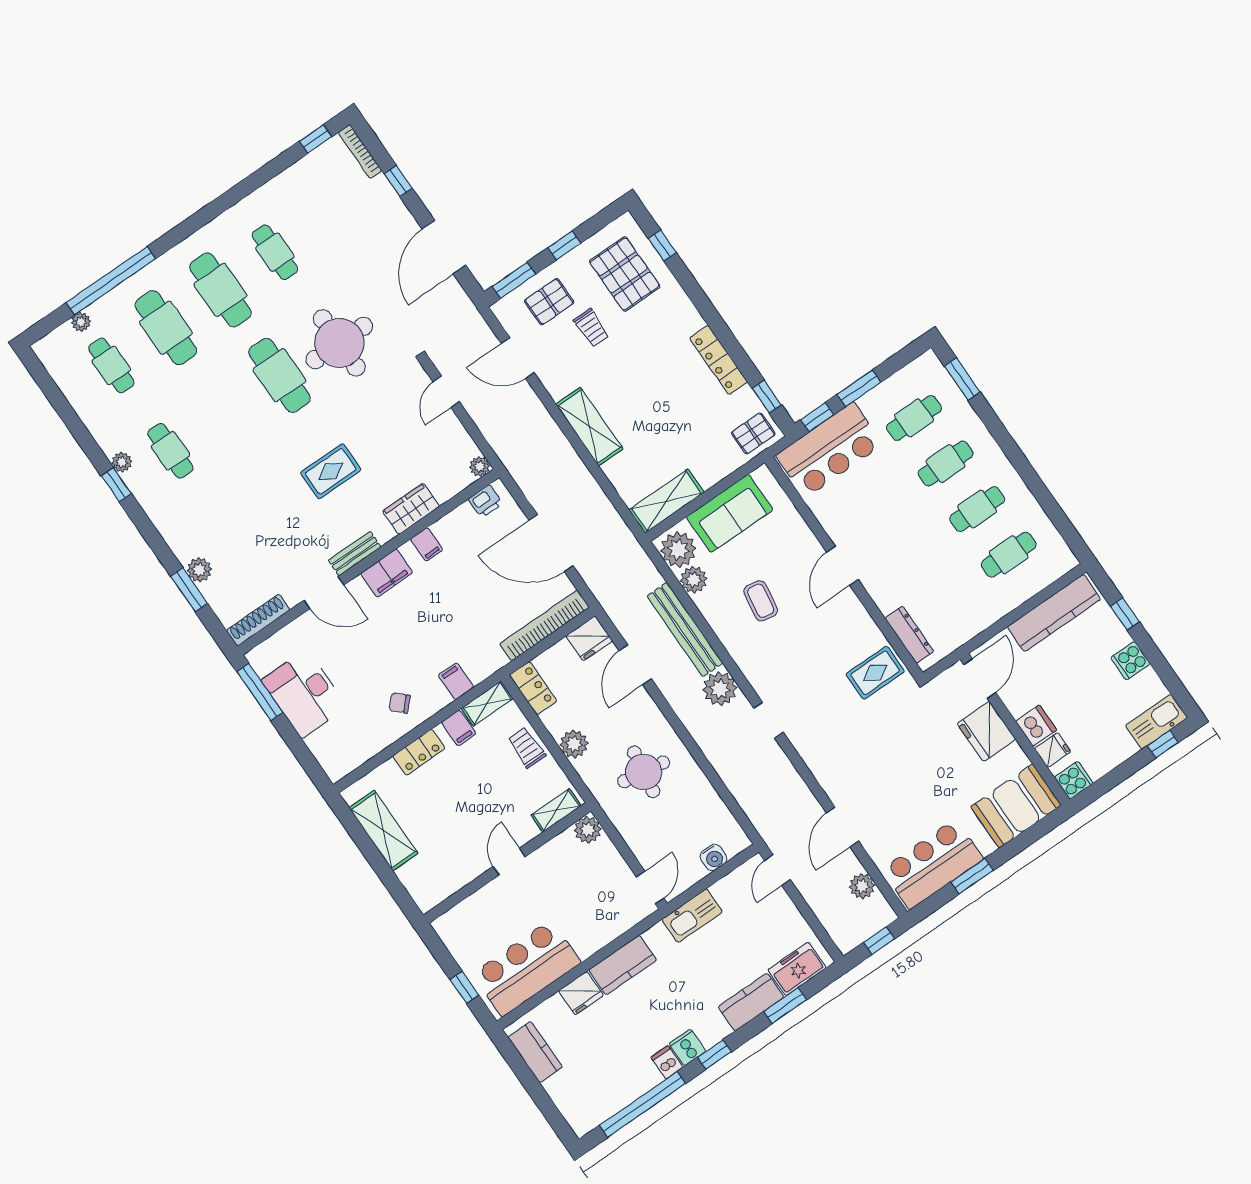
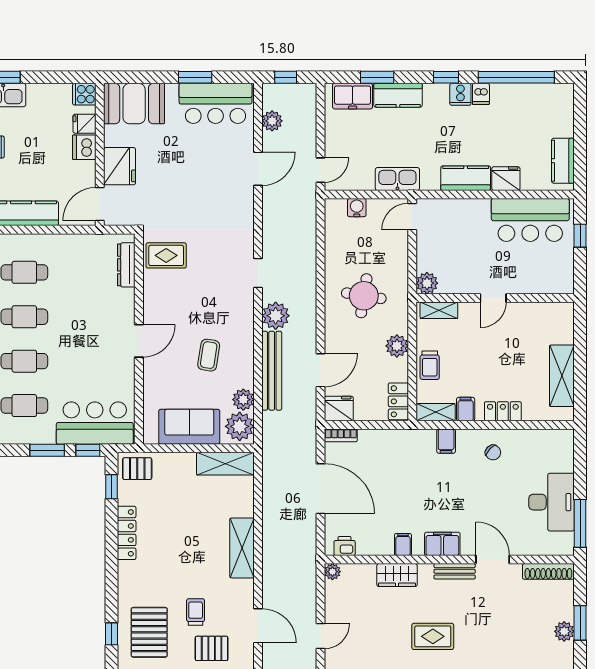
bookcase: (544, 626) -> (341, 435), width x0.43, depth x0.76

